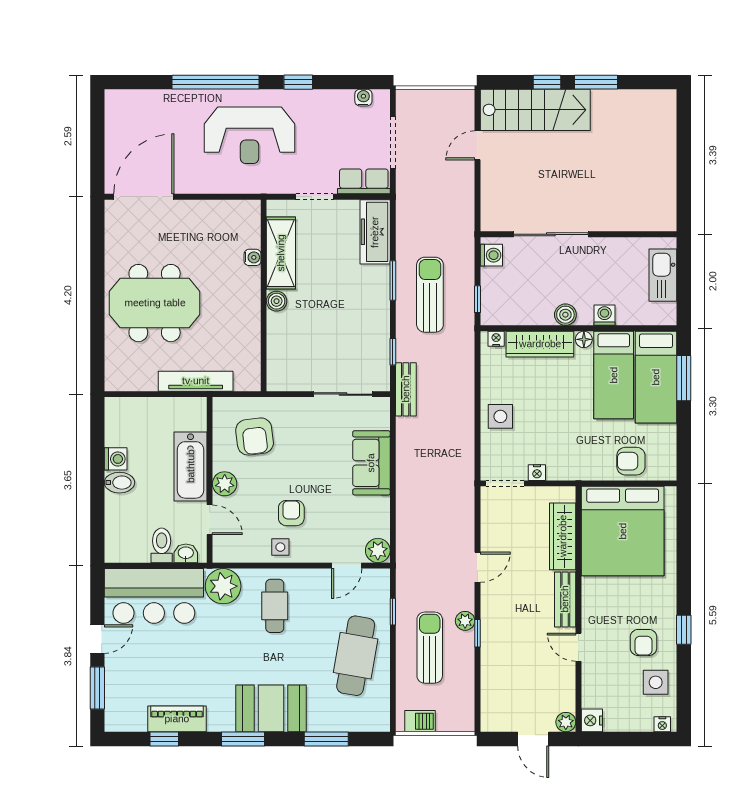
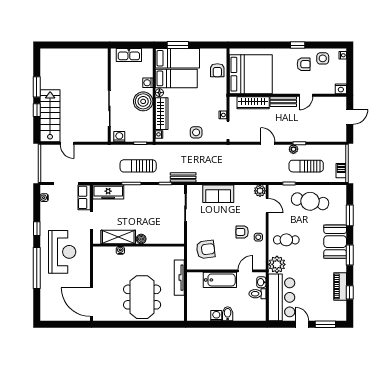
boiler: (565, 315) -> (143, 101), width x1.86, depth x1.86
plant: (225, 484) -> (228, 264), removed
plant: (566, 722) -> (342, 101), removed

